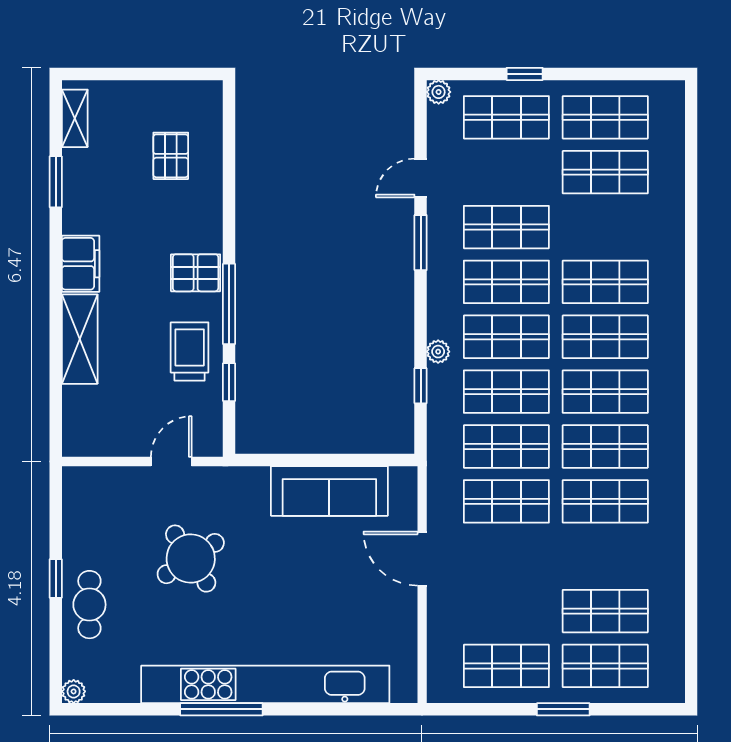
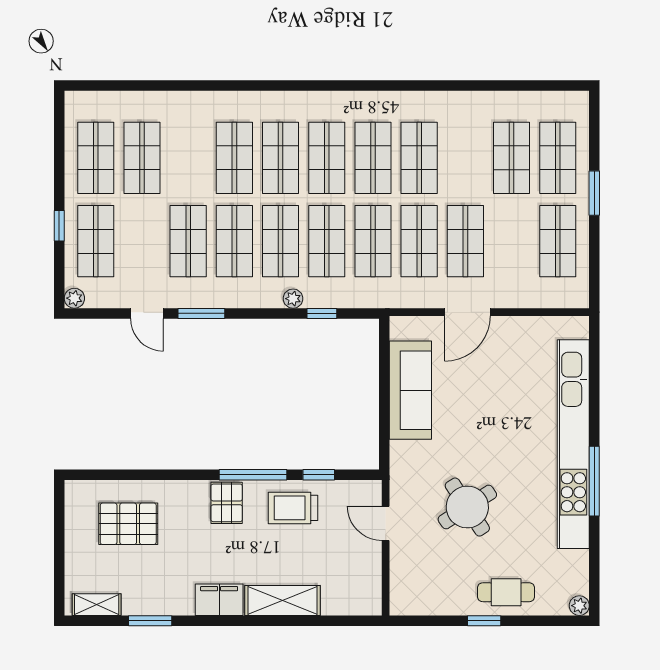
pallet: (171, 156) -> (128, 524), width x1.50, depth x1.42
shop shelf: (506, 556) -> (465, 241), added

